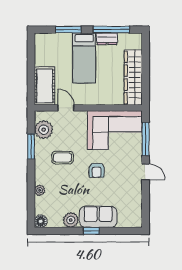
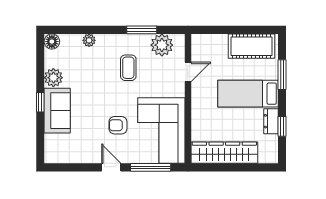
window: (111, 30) -> (282, 126), width x0.46
cot: (45, 86) -> (251, 46), moved
armchair: (97, 170) -> (118, 125), moved
door: (146, 172) -> (111, 167), swing flipped

